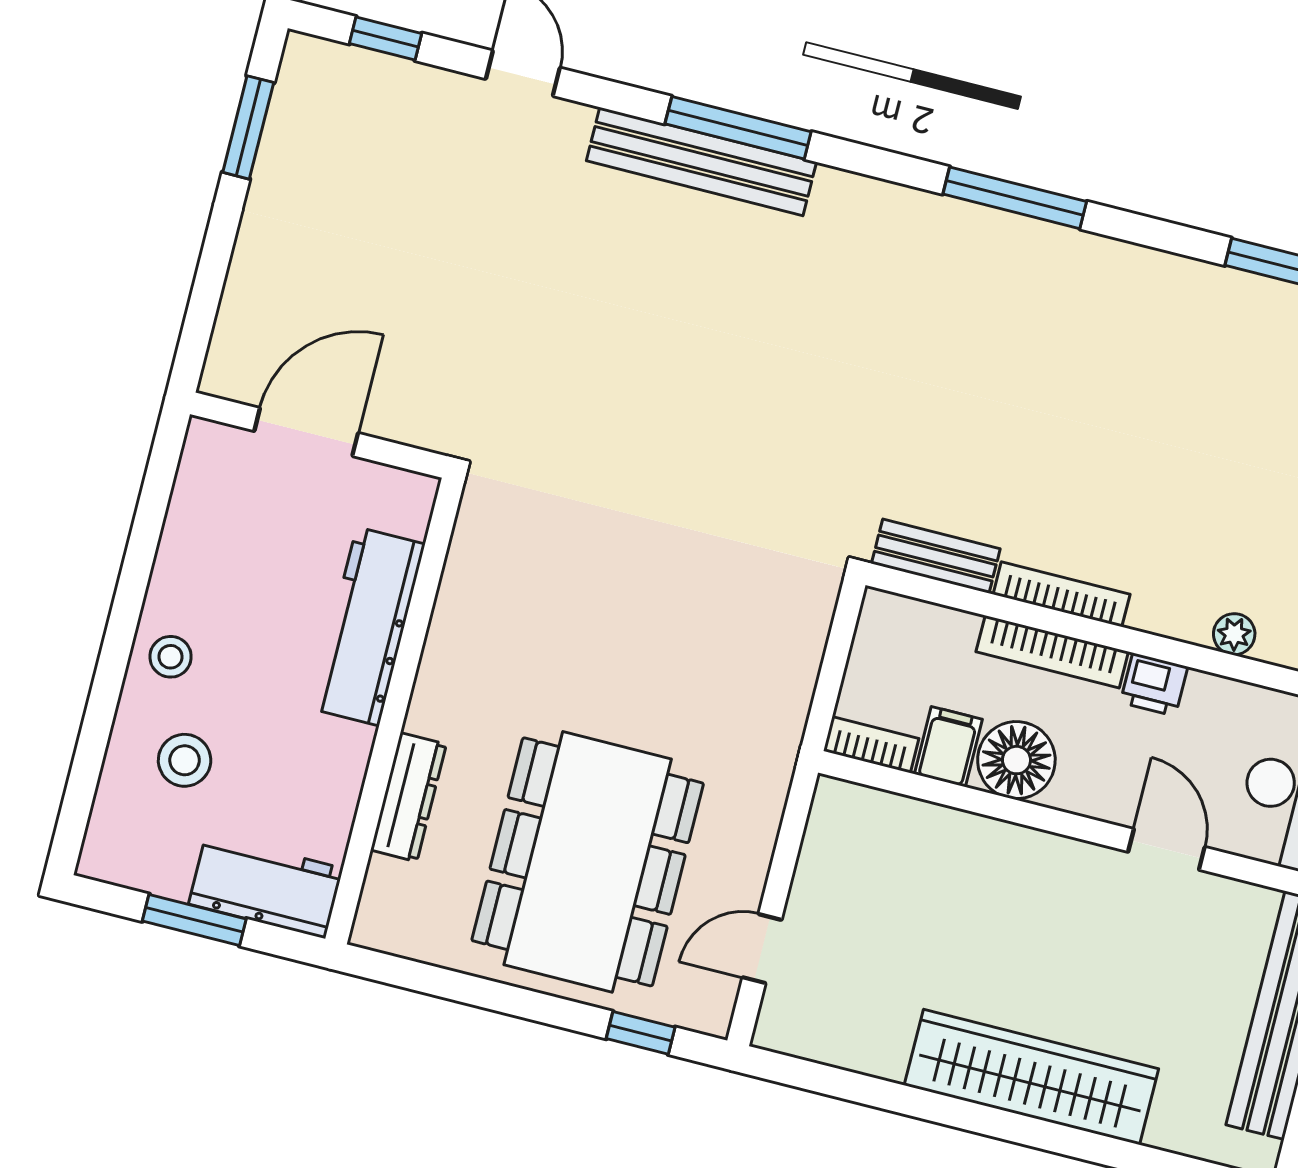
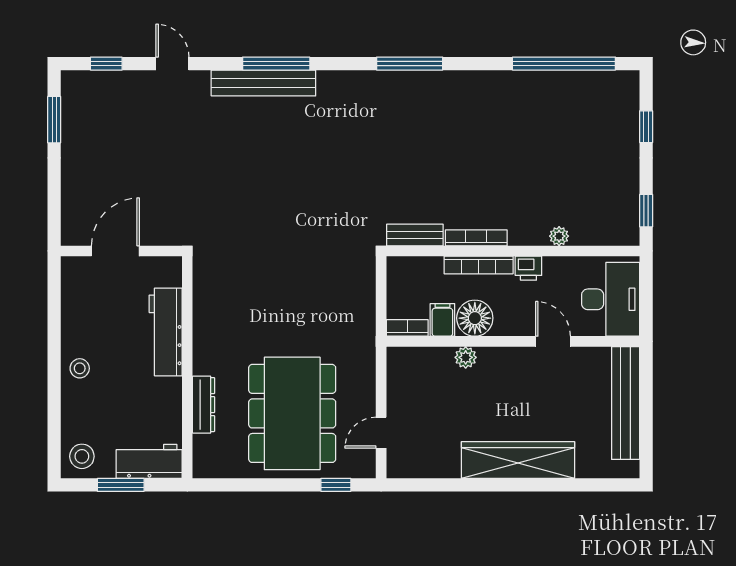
stool: (185, 760) -> (82, 456), moved
plant: (977, 837) -> (466, 357), added

